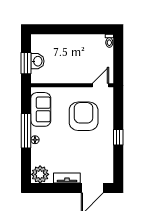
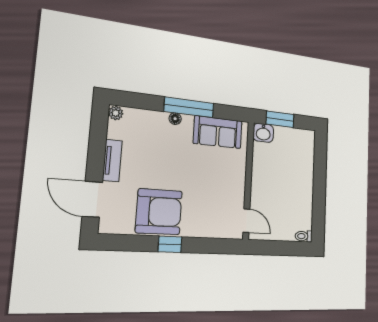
washbasin: (37, 61) -> (263, 133), moved
armchair: (84, 116) -> (159, 212), moved
plant: (40, 174) -> (116, 113), width x0.53, depth x0.53

